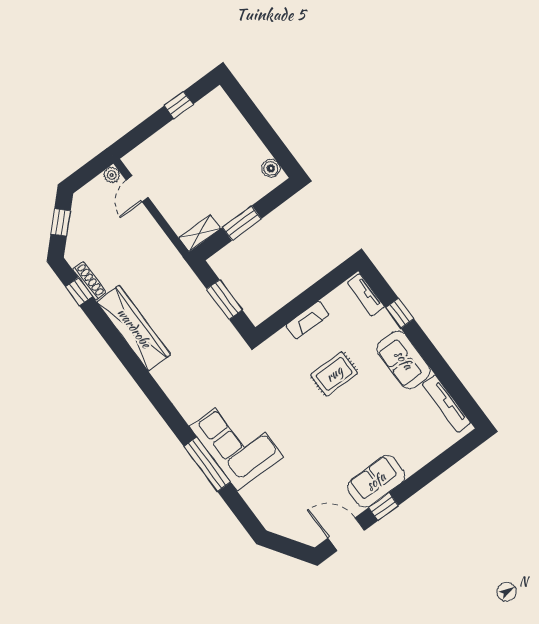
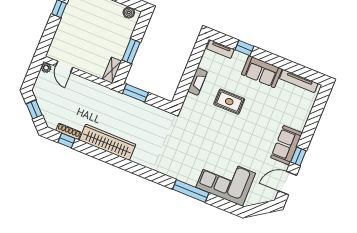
window: (224, 300) -> (135, 93), moved
rug: (334, 374) -> (229, 102), turned 90
corner sofa: (236, 442) -> (226, 180), moved

